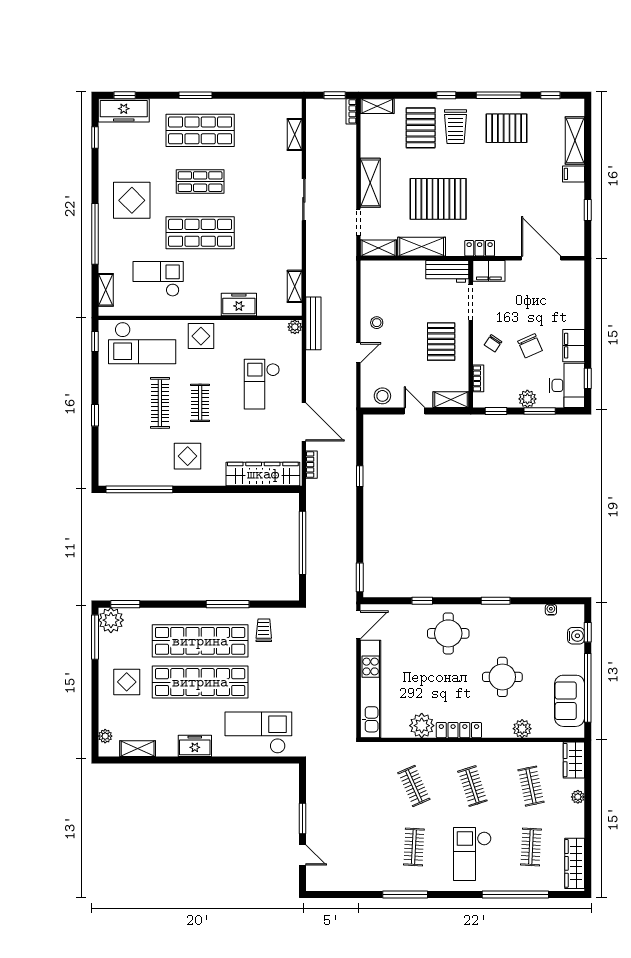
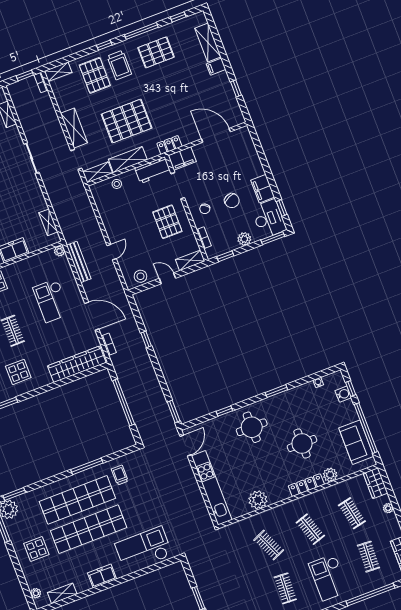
bench: (313, 323) -> (79, 262), moved
stool: (377, 323) -> (117, 184), moved
window: (540, 411) -> (273, 238), moved
locker: (459, 730) -> (306, 485), moved

